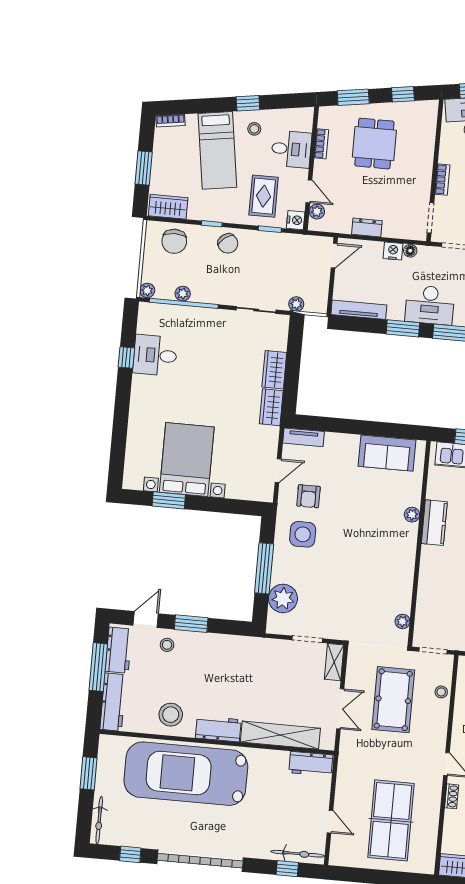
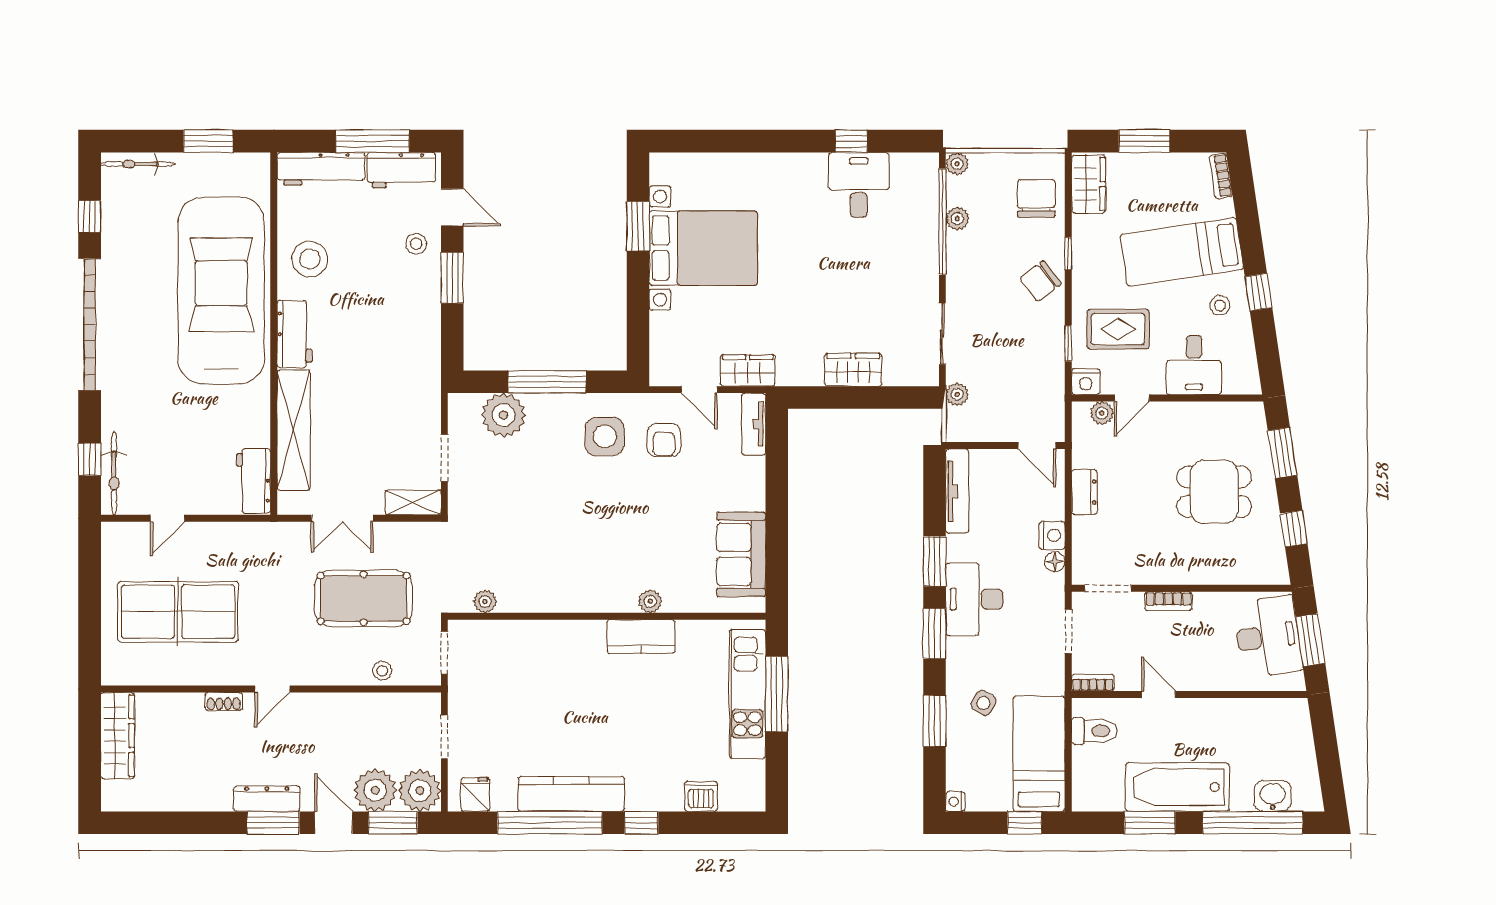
bookcase: (321, 144) -> (1206, 410), removed
chair: (174, 241) -> (1036, 198), turned 90
wardrobe: (271, 407) -> (748, 370), moved
armchair: (308, 496) -> (664, 440), turned -90

